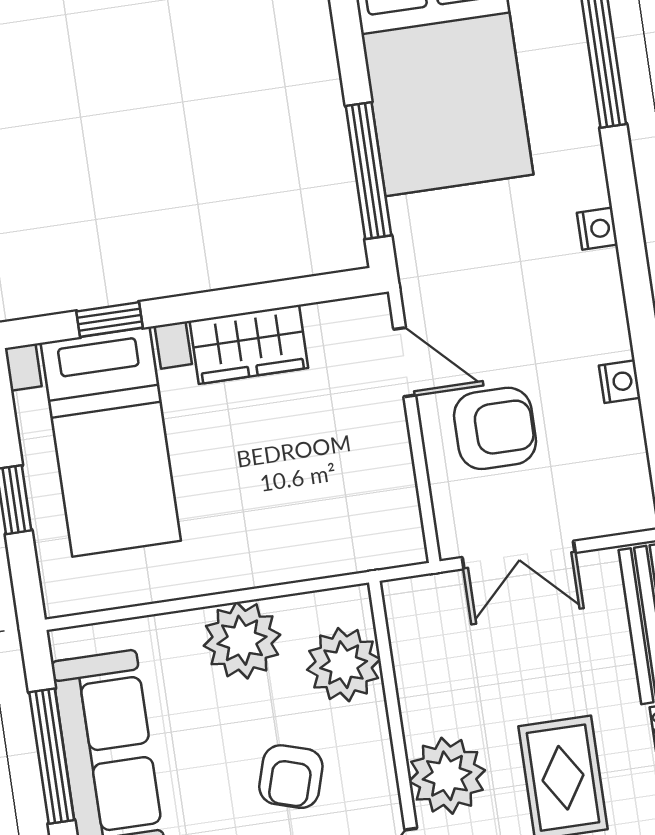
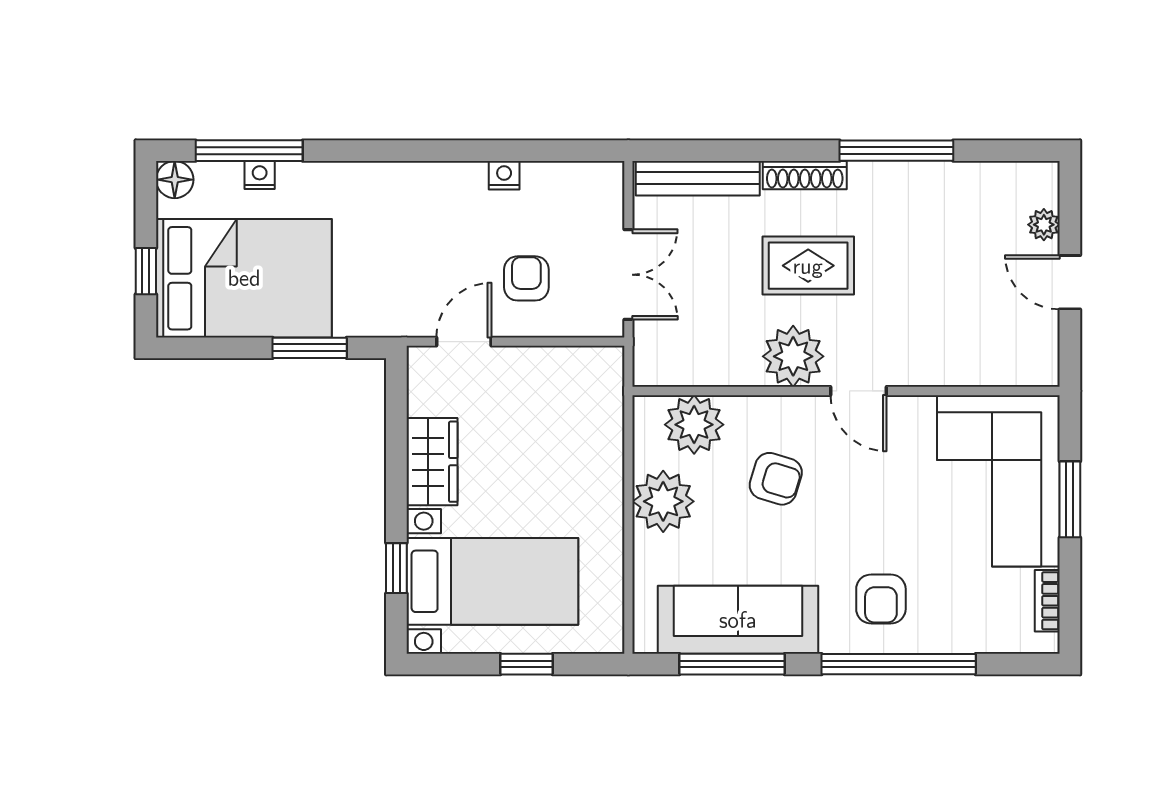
window: (368, 171) -> (310, 348), width x0.69
nightstand: (597, 229) -> (260, 175), moved
armchair: (495, 428) -> (526, 278), width x0.72, depth x0.72

